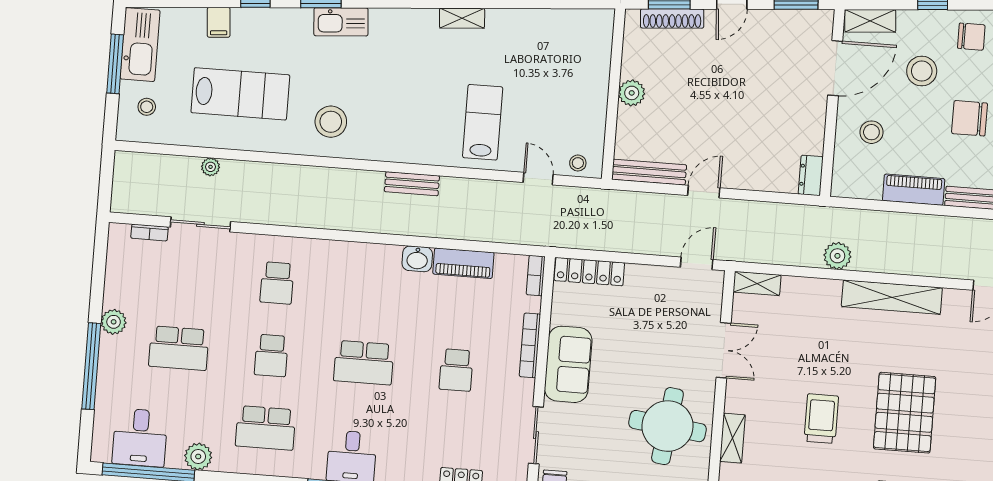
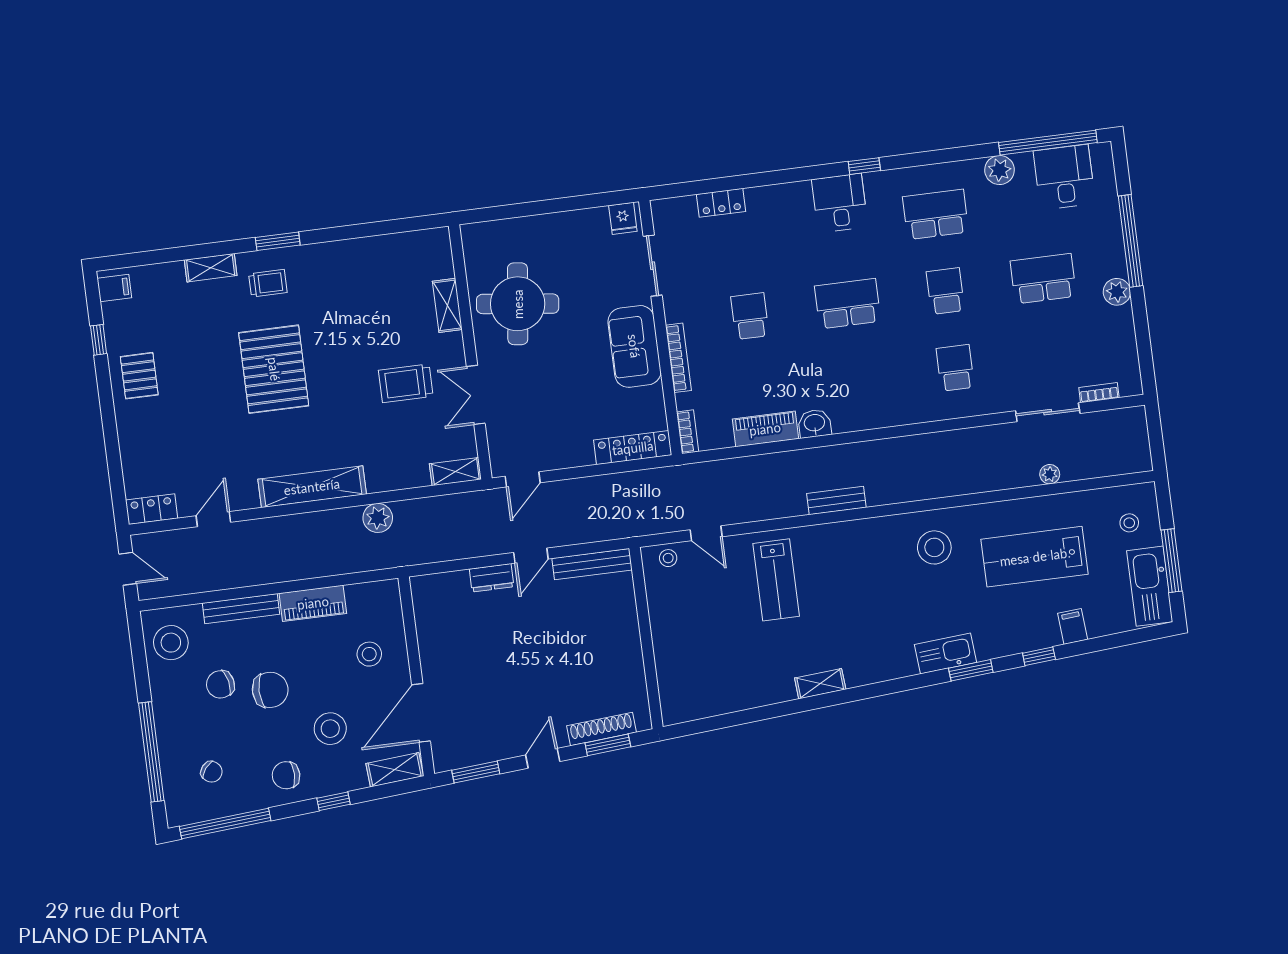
plant: (632, 93) -> (627, 643), removed
dresser: (811, 175) -> (492, 578), moved, turned 90
trolley: (821, 419) -> (406, 383), moved, turned 90

